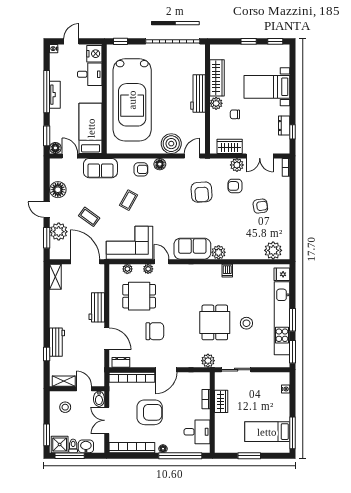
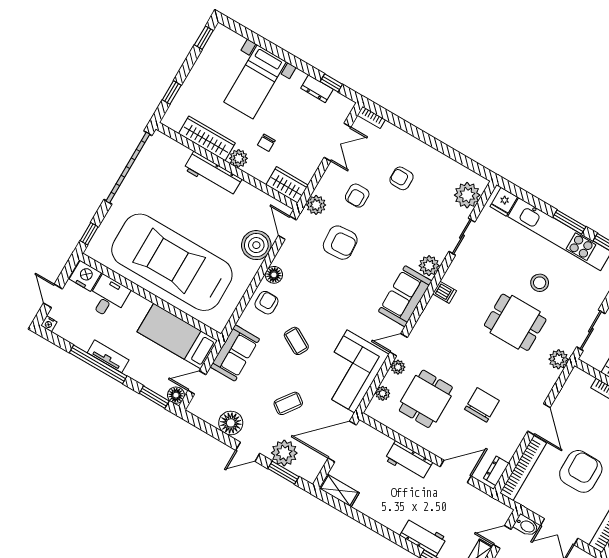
window: (249, 41) -> (172, 92), moved
car: (132, 100) -> (172, 262), turned 180
wardrobe: (230, 146) -> (287, 185), moved, turned 90
plant: (237, 165) -> (316, 205), moved
armchair: (260, 206) -> (402, 178), turned -82
sliding door: (247, 262) -> (462, 237), added
dishwasher: (227, 271) -> (444, 292), moved

